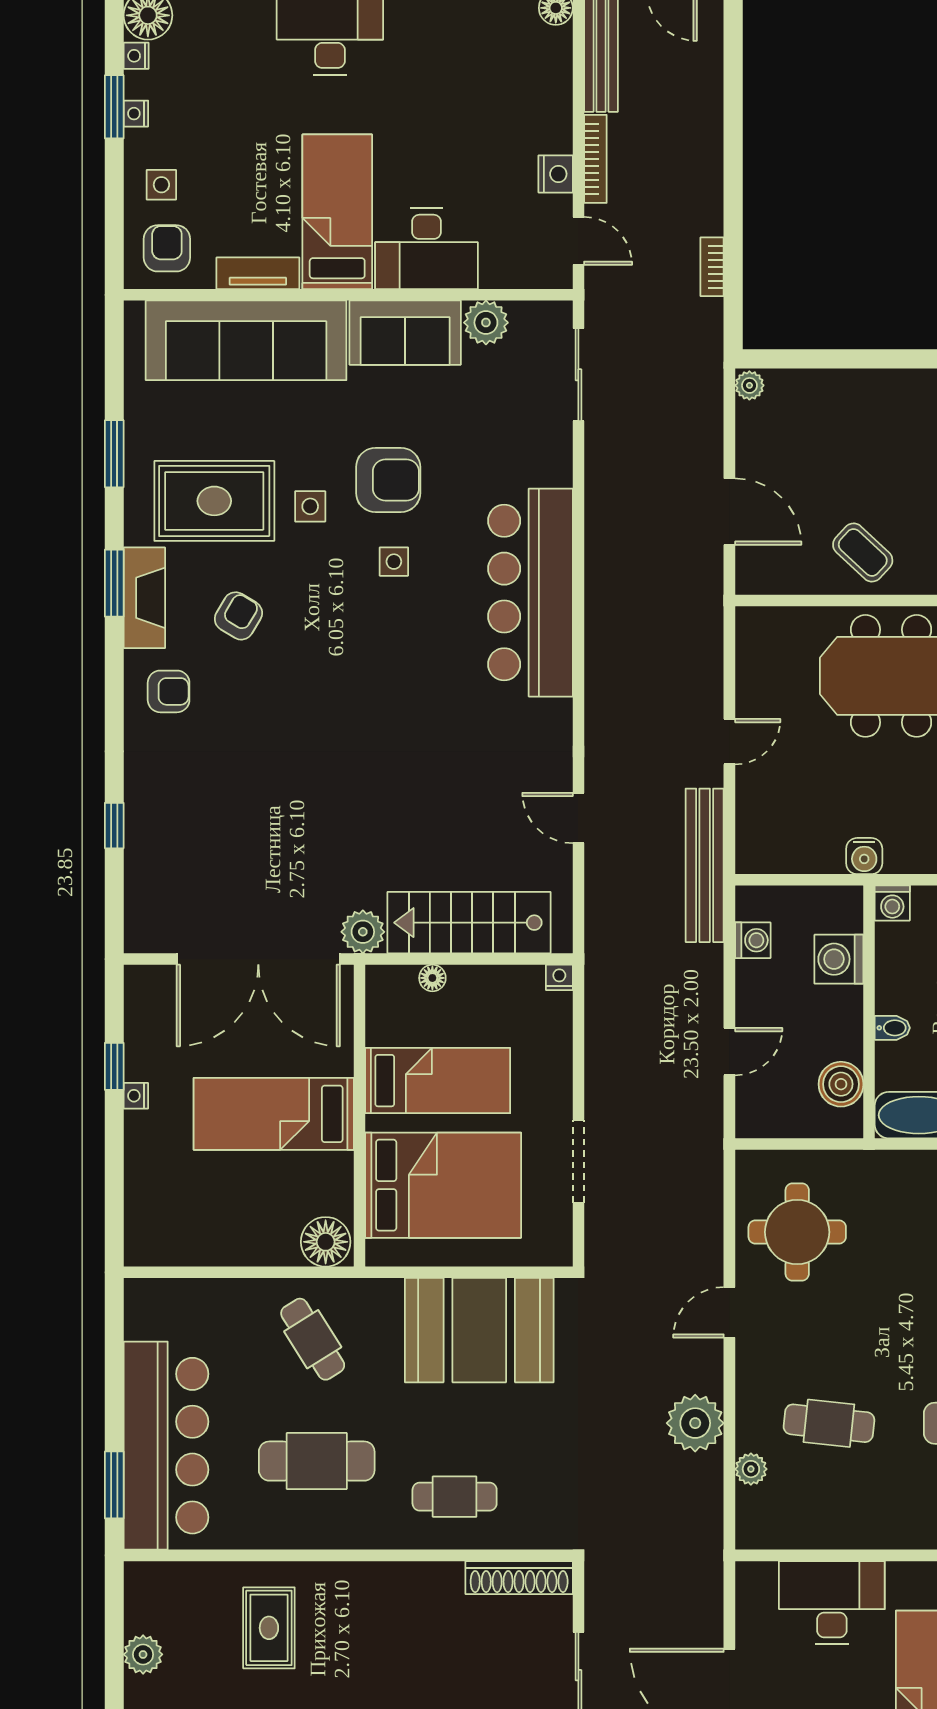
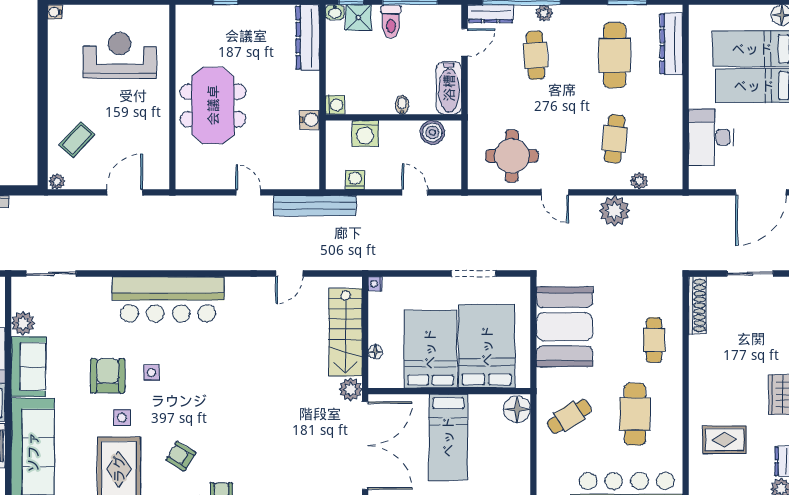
coffee table: (863, 552) -> (77, 140), moved
bed: (438, 1081) -> (430, 349), width x1.50

